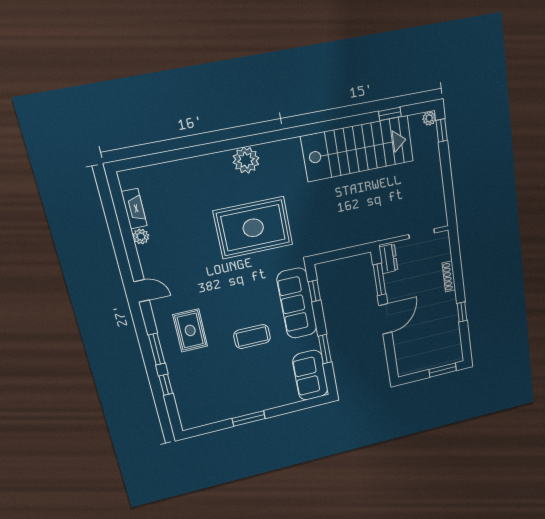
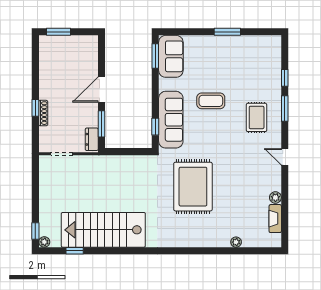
plant: (246, 160) -> (236, 242), moved, width x0.53, depth x0.53
rug: (253, 228) -> (193, 187), turned 90
window: (462, 312) -> (35, 108), moved
window: (325, 349) -> (155, 56), moved

